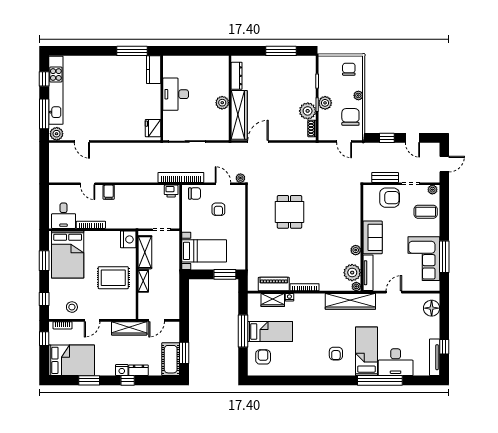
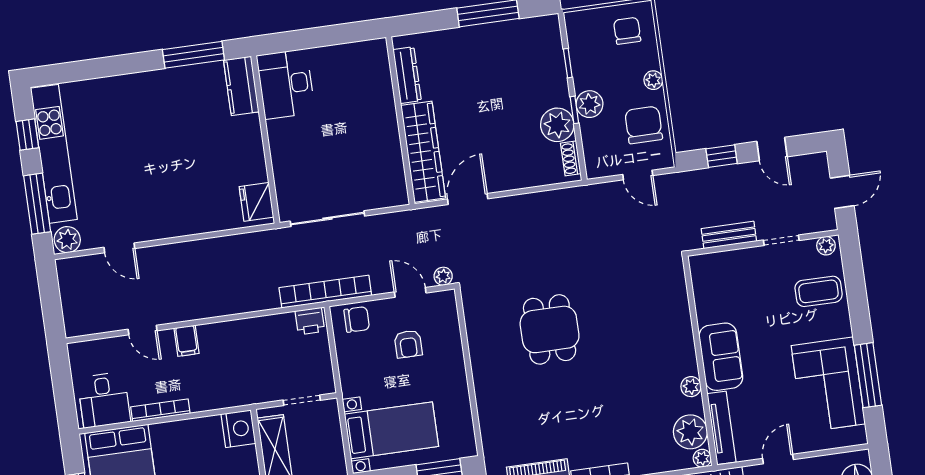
desk: (176, 94) -> (286, 84), moved
plant: (222, 103) -> (386, 132), removed
armchair: (390, 198) -> (743, 273), removed

